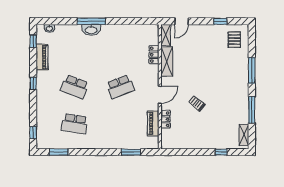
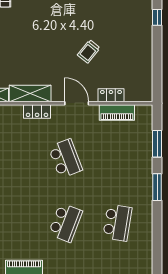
locker: (154, 55) -> (37, 111), moved
window: (59, 152) -> (157, 187), moved

